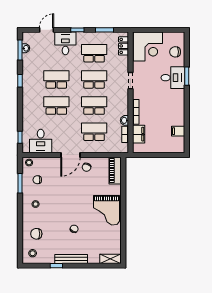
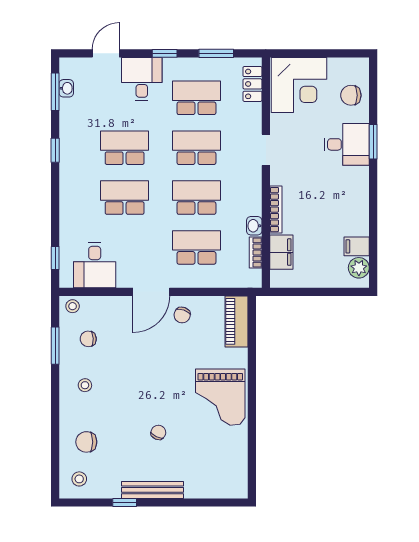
plant: (179, 142) -> (359, 268), added
shelving: (110, 259) -> (227, 490), removed

